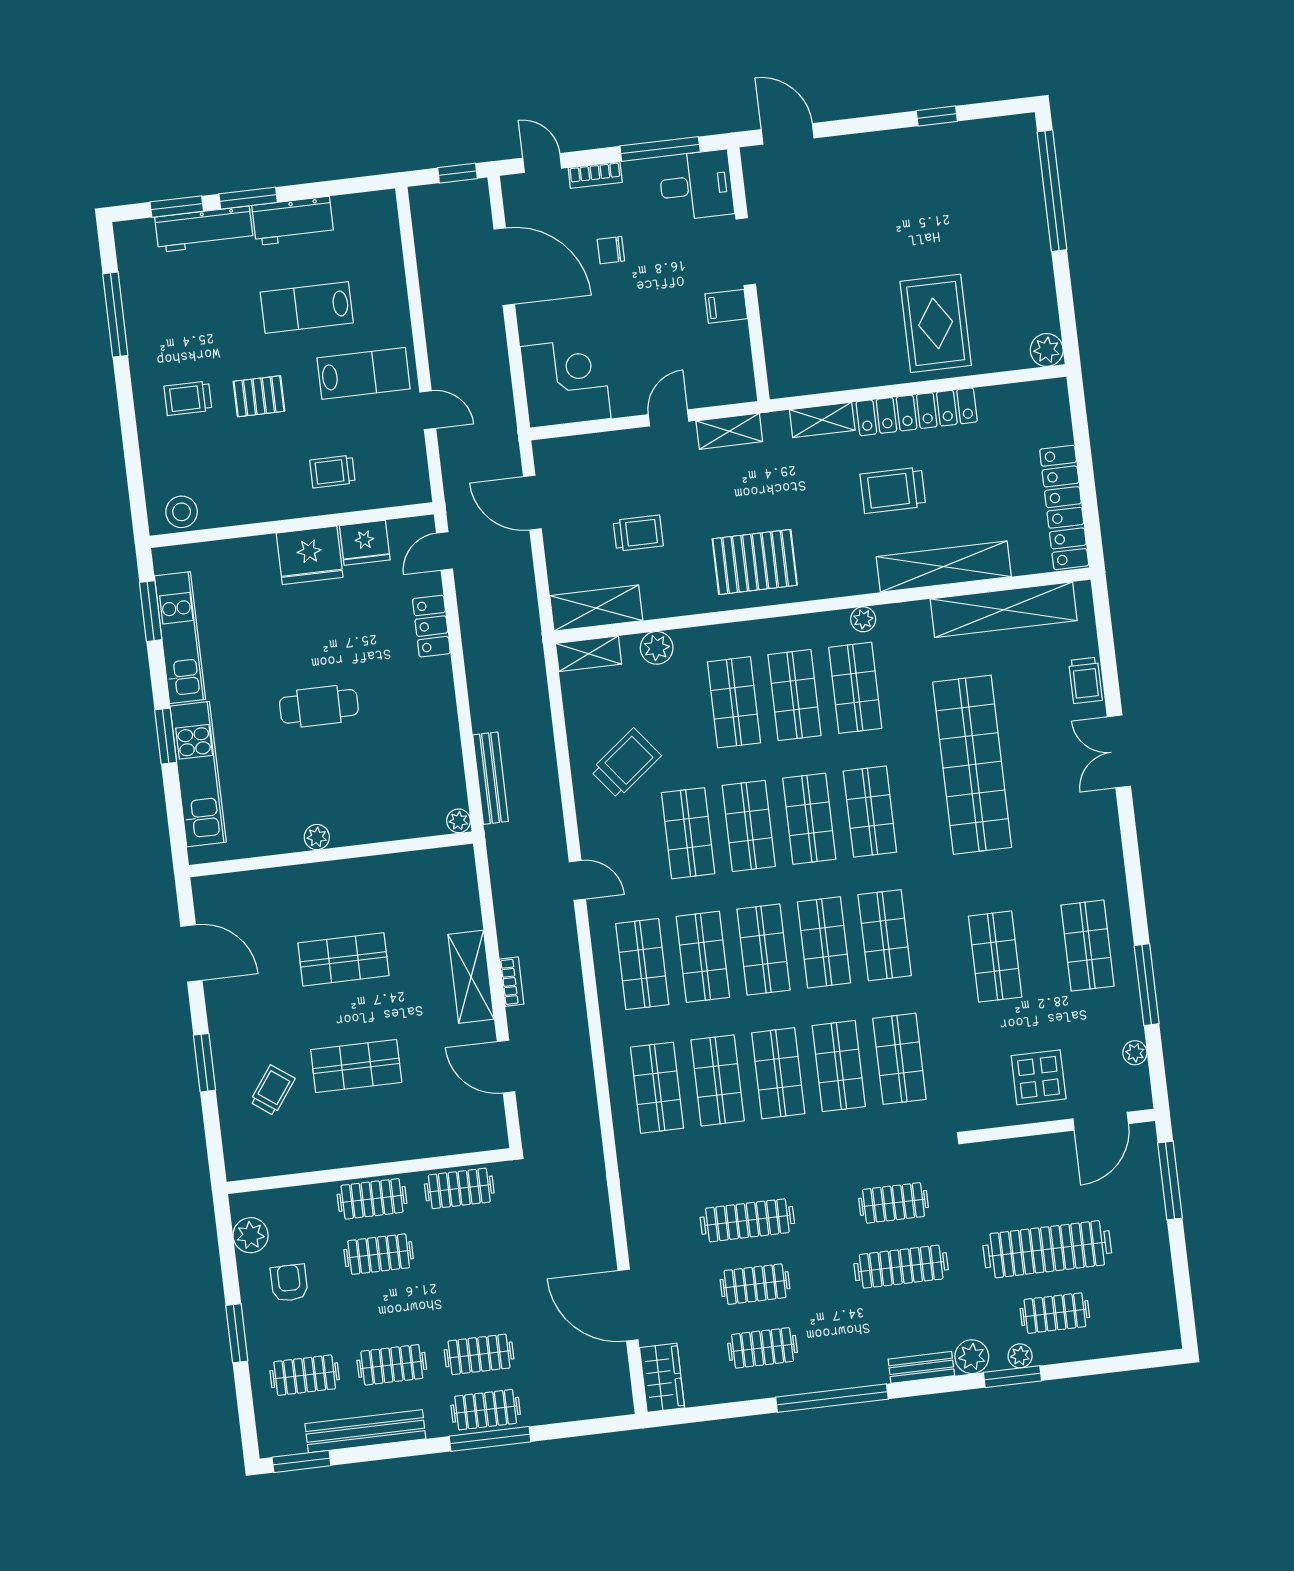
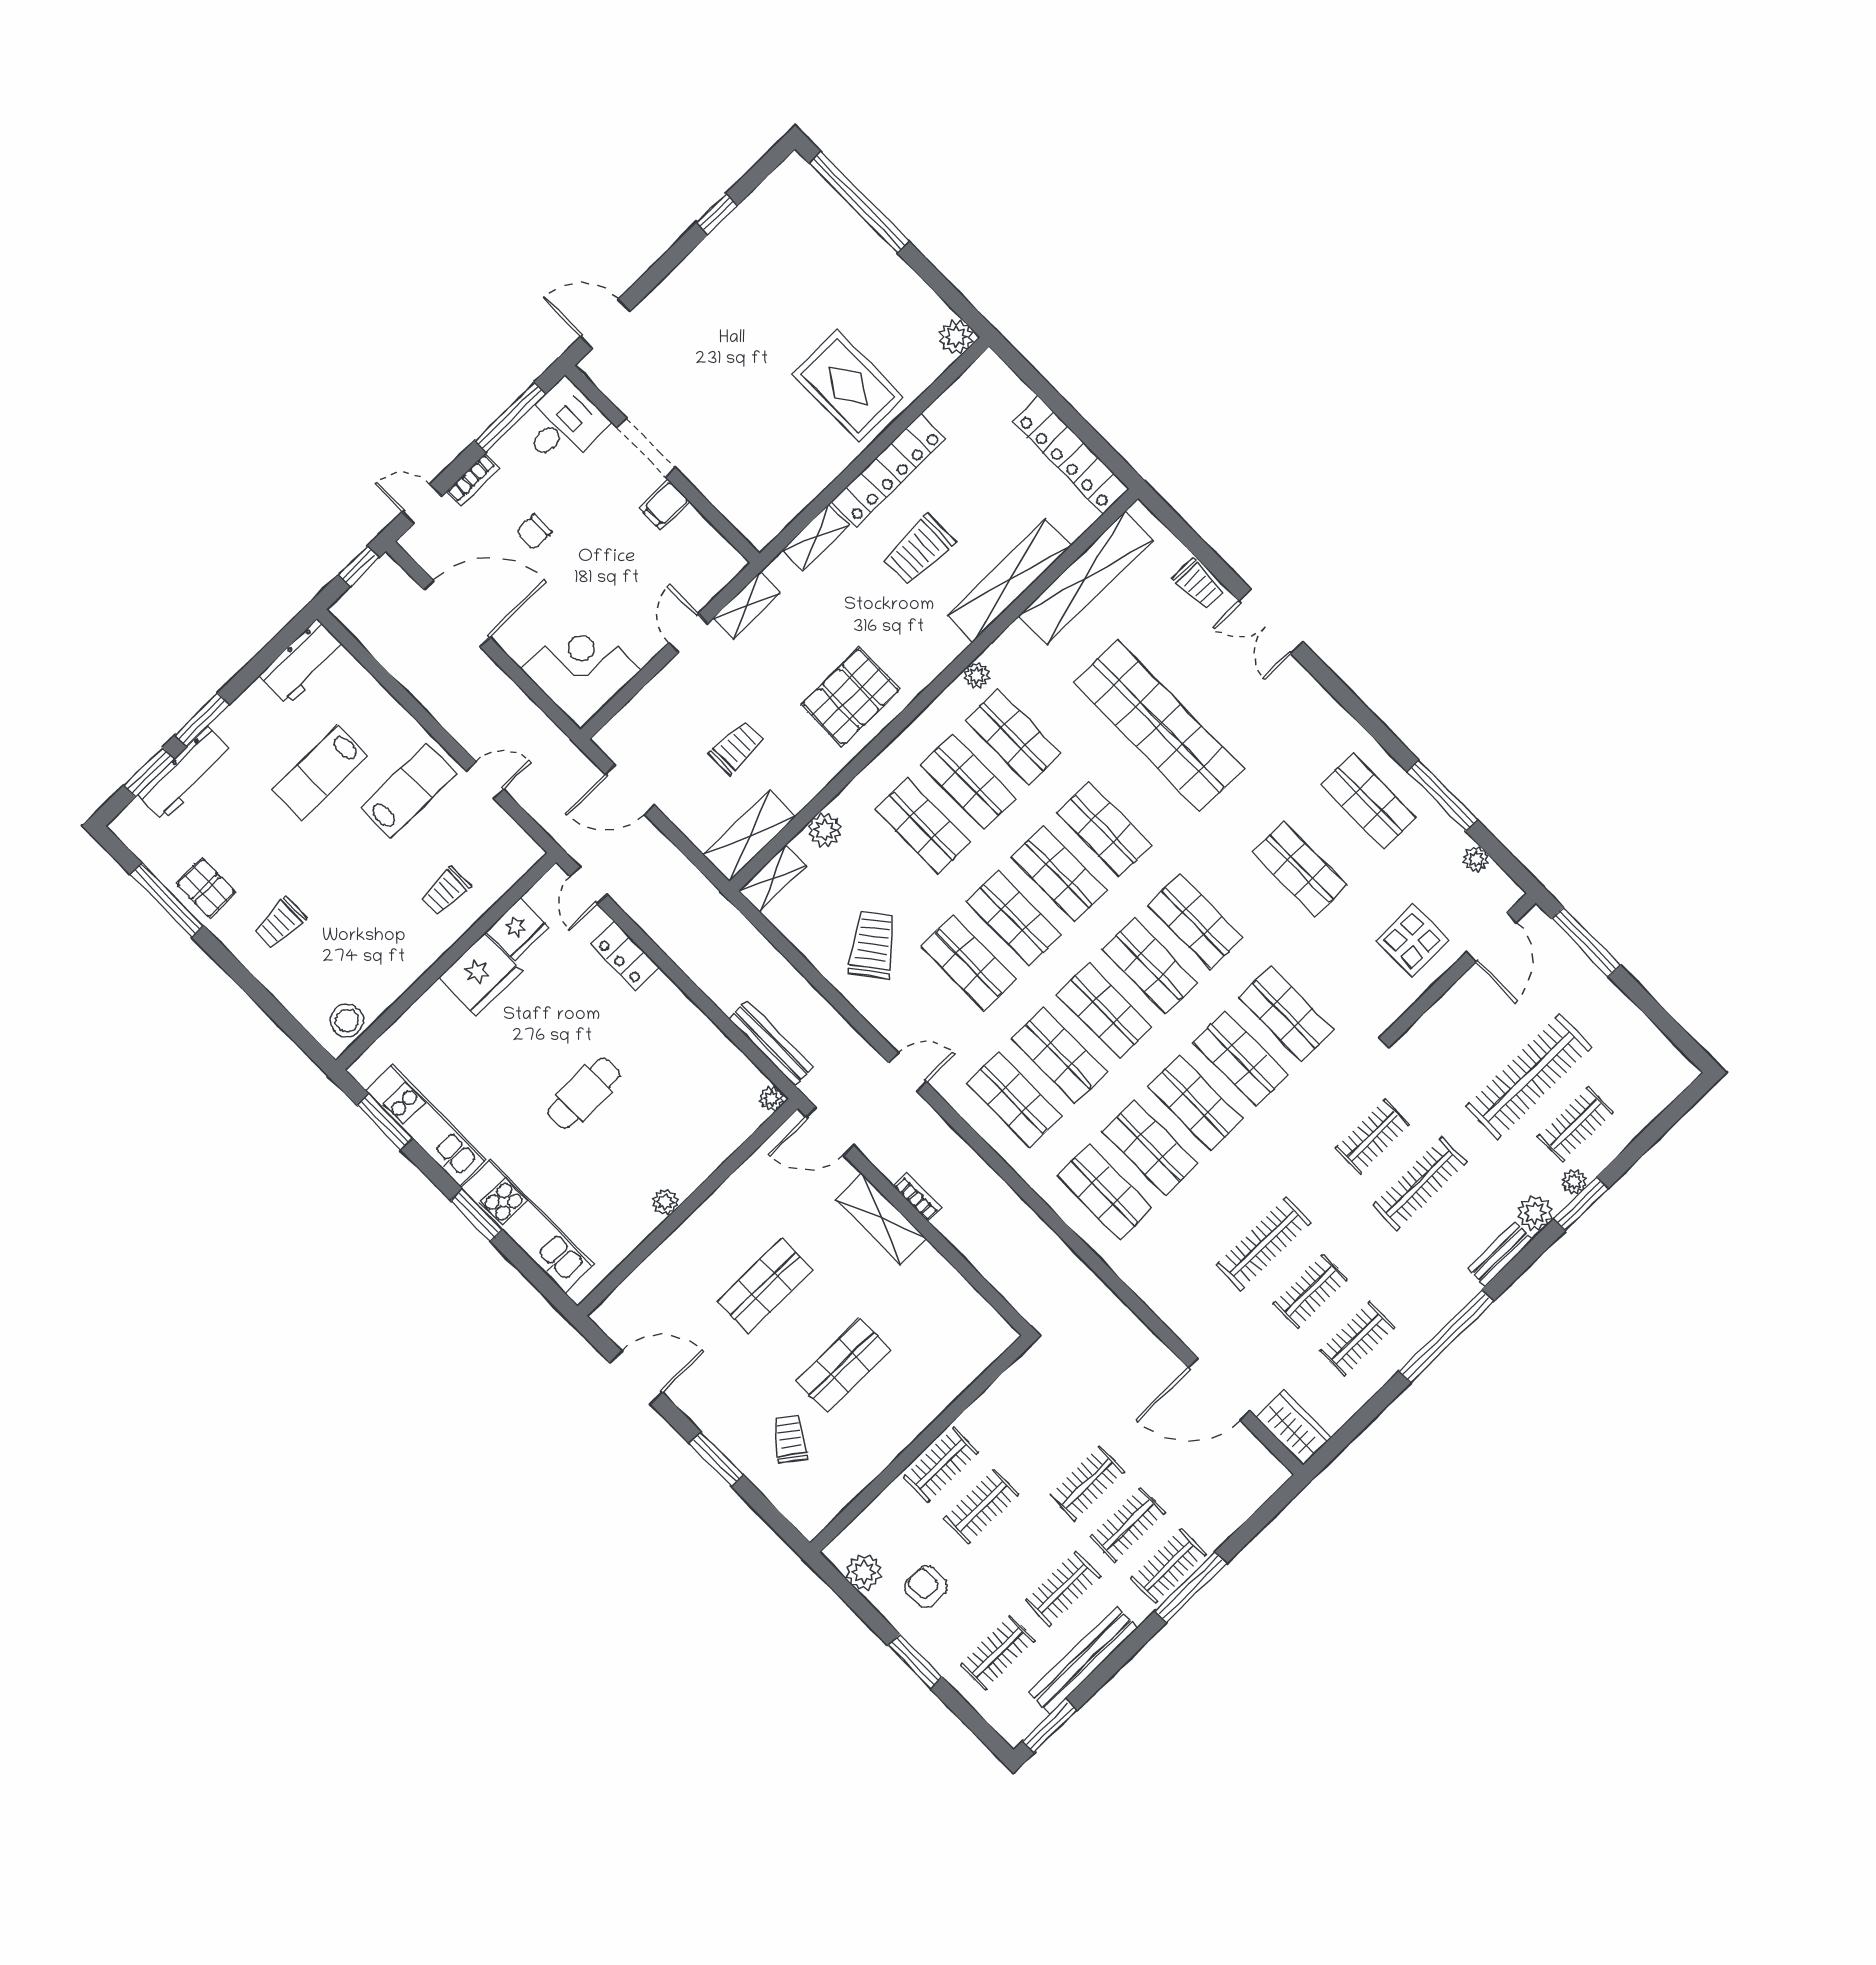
workbench: (293, 221) -> (303, 662), moved
pallet: (259, 396) -> (206, 888), moved, turned 90
door: (506, 1067) -> (830, 1131), moved
clothes rail: (459, 1188) -> (1087, 1483), moved

